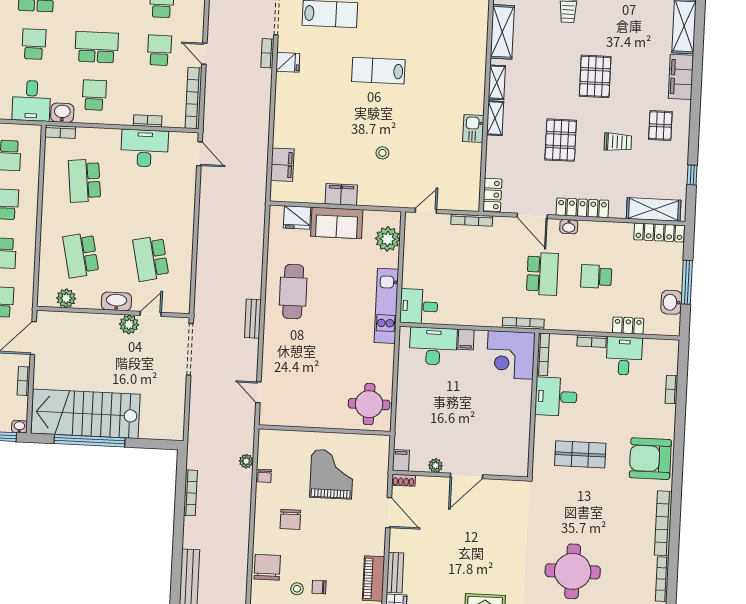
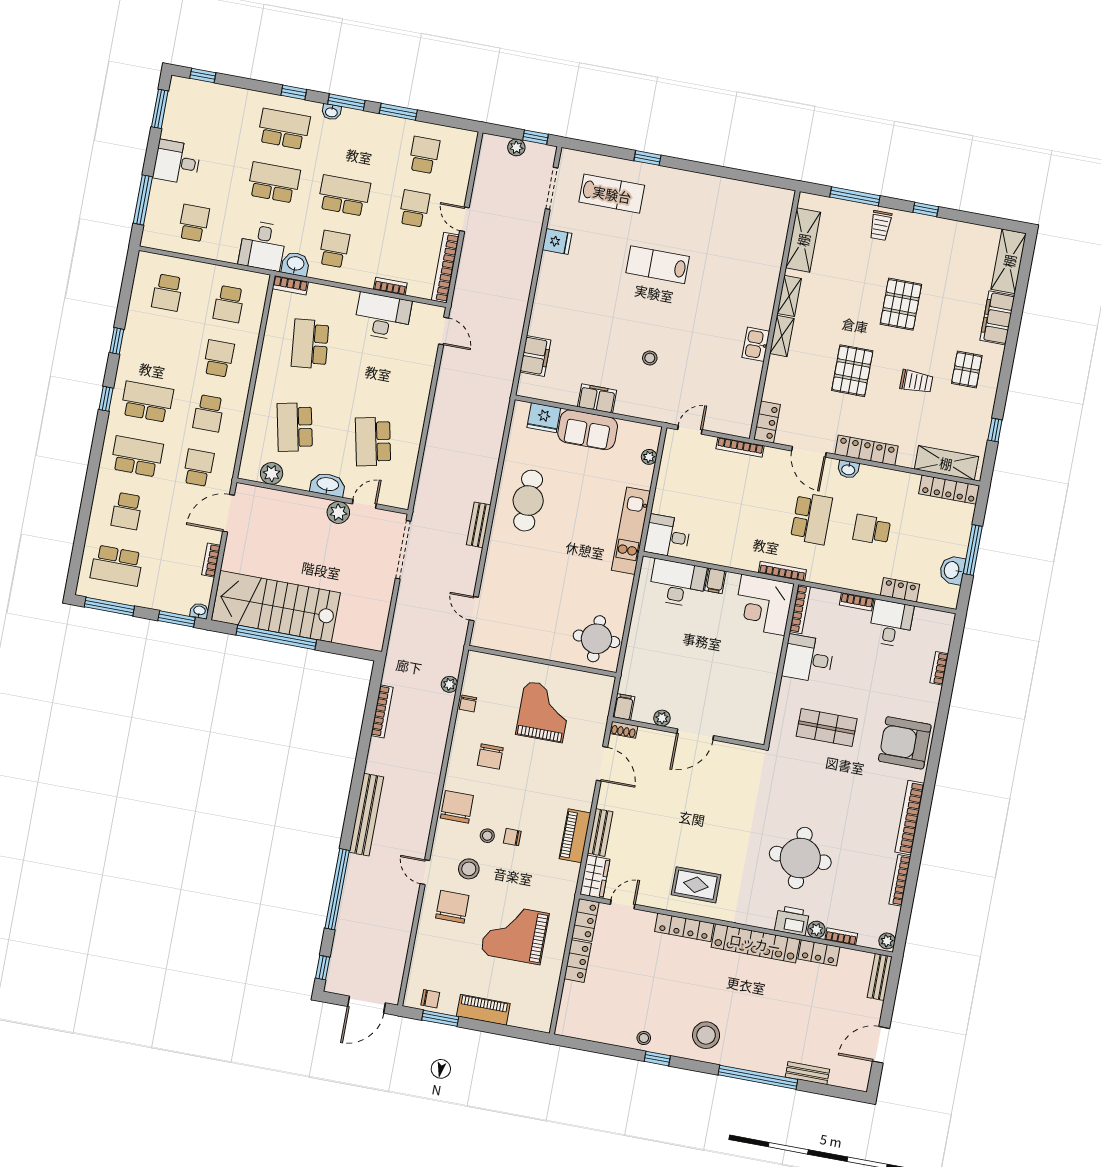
school desk: (34, 44) -> (274, 182), width x1.85
bookcase: (267, 53) -> (535, 228), removed
plant: (388, 239) -> (649, 457), width x0.53, depth x0.53

